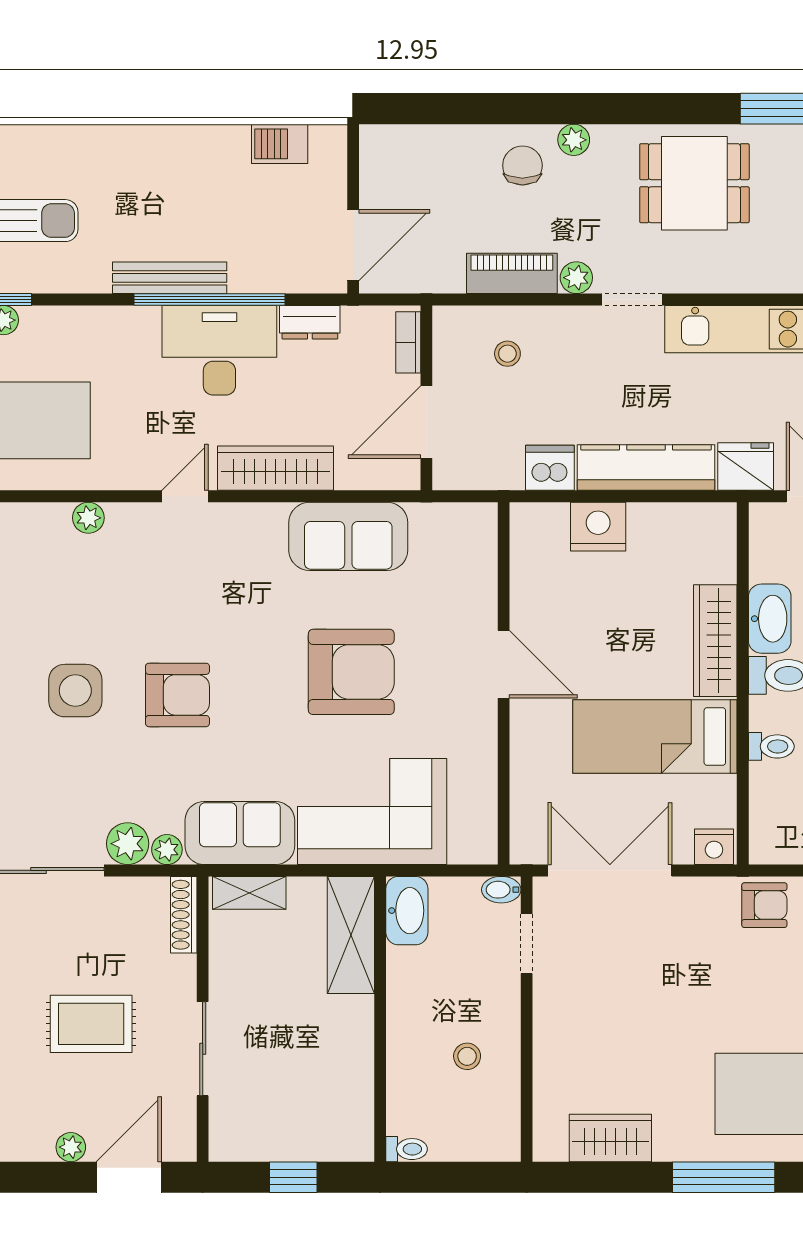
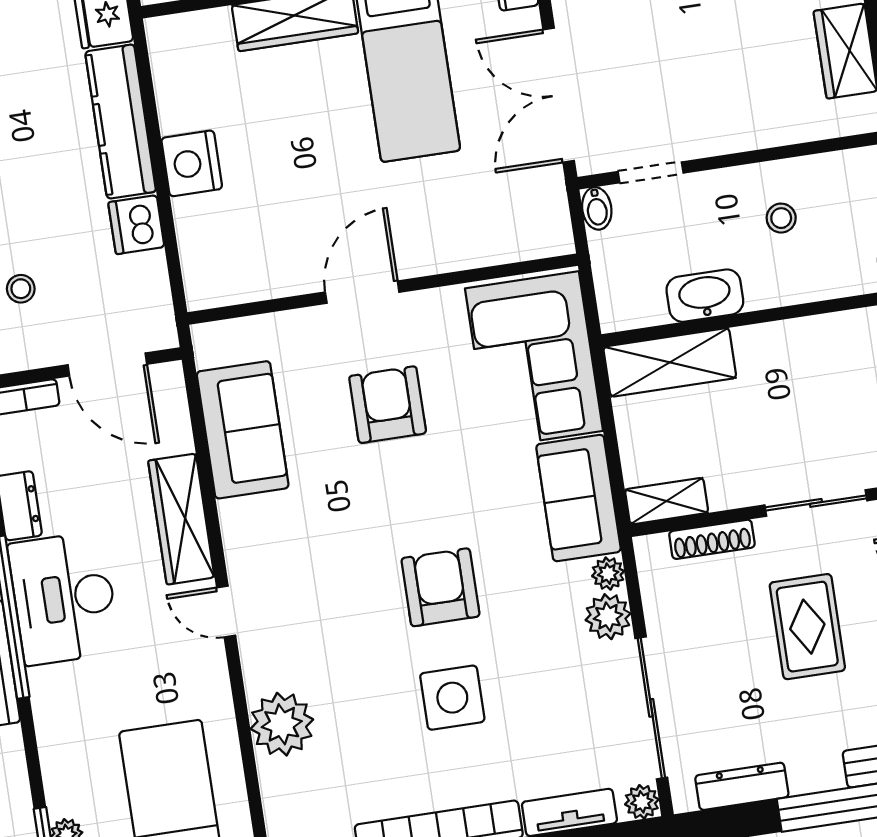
plant: (88, 518) -> (282, 724), width x1.88, depth x1.88
door: (504, 664) -> (362, 292), moved
armchair: (351, 672) -> (388, 405), width x0.73, depth x0.73
wall: (504, 683) -> (383, 289), moved
shelving: (249, 893) -> (667, 501), moved, turned 90
washbasin: (407, 911) -> (705, 296), moved
shoe rack: (184, 915) -> (712, 539), moved

